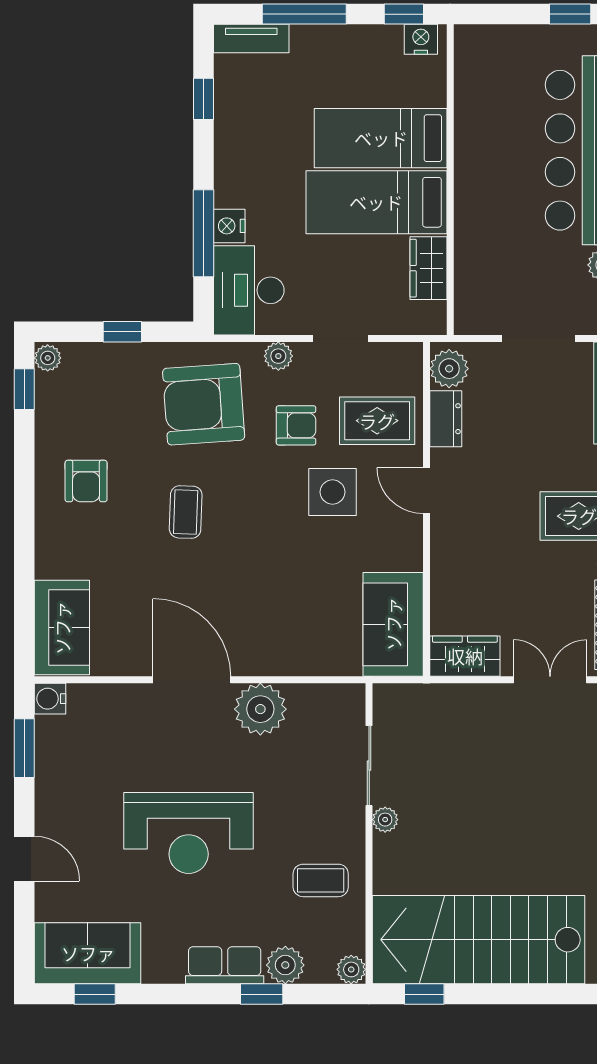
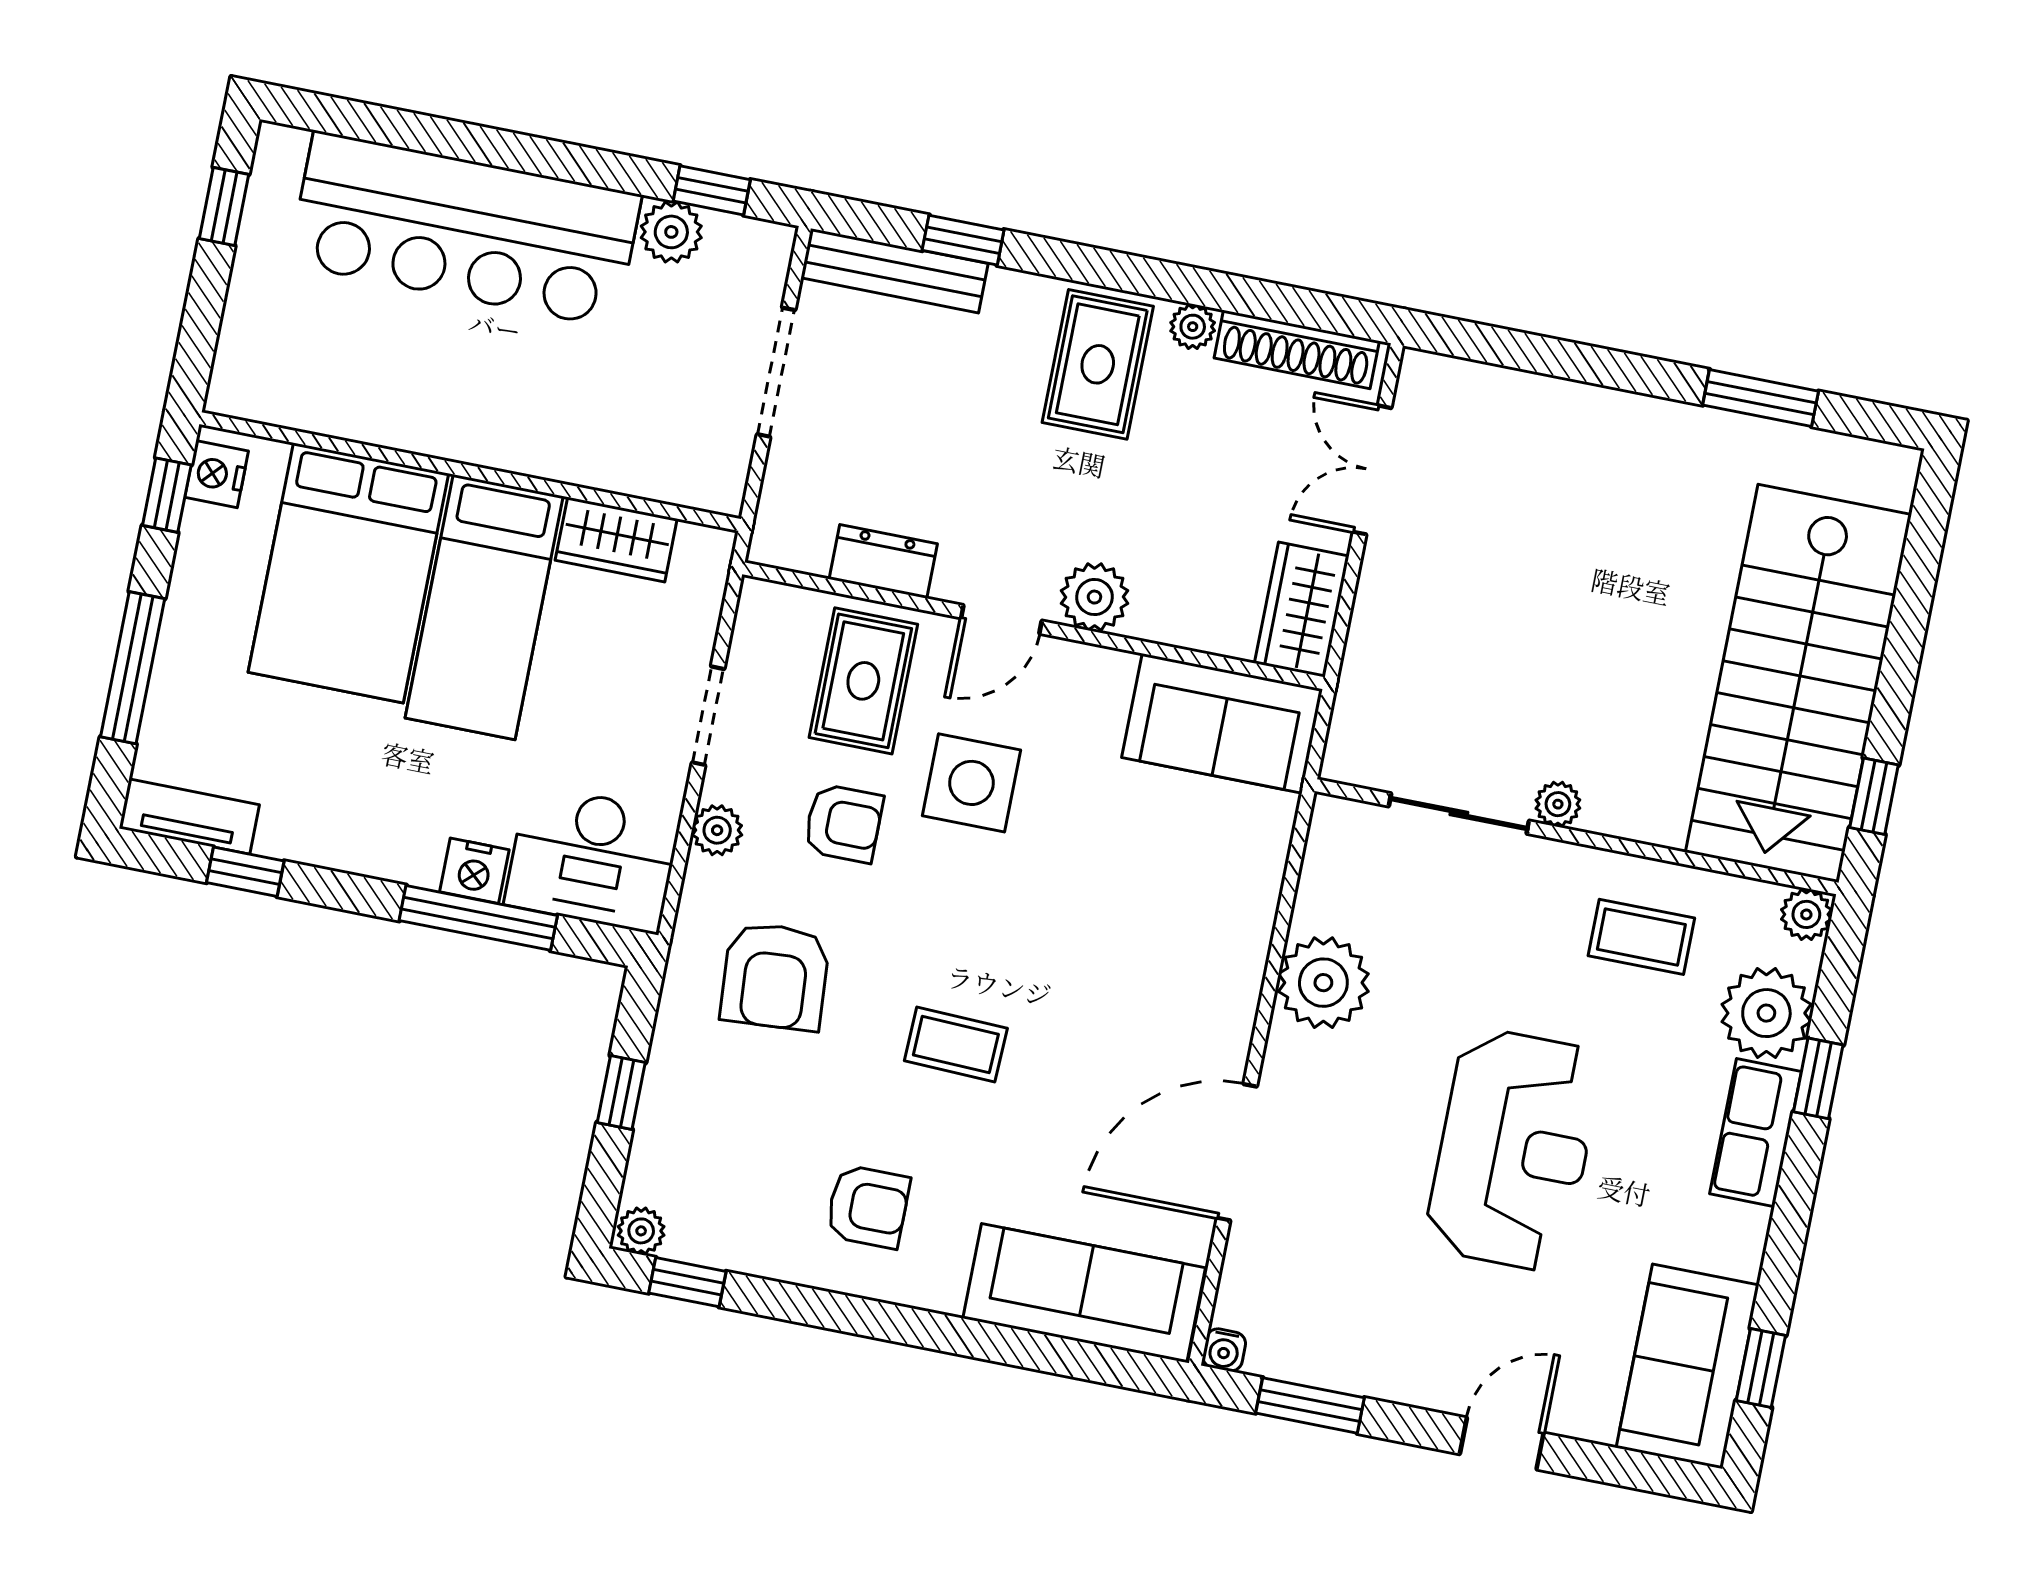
tv unit: (251, 39) -> (189, 816), moved, turned -90
bed: (381, 138) -> (348, 573), width x1.50
plant: (449, 369) -> (1094, 597), moved
armchair: (204, 404) -> (775, 976), width x0.73, depth x0.73
armchair: (296, 425) -> (843, 823), turned 90
sofa: (62, 628) -> (1084, 1293), width x1.36
door: (192, 680) -> (1237, 1152), moved
water cooler: (50, 699) -> (1224, 1350), width x0.72, depth x0.72
coffee table: (321, 880) -> (1641, 937), turned 90
plant: (285, 965) -> (1766, 1013), width x1.36, depth x1.36

